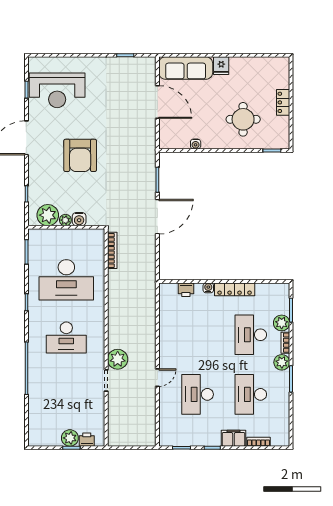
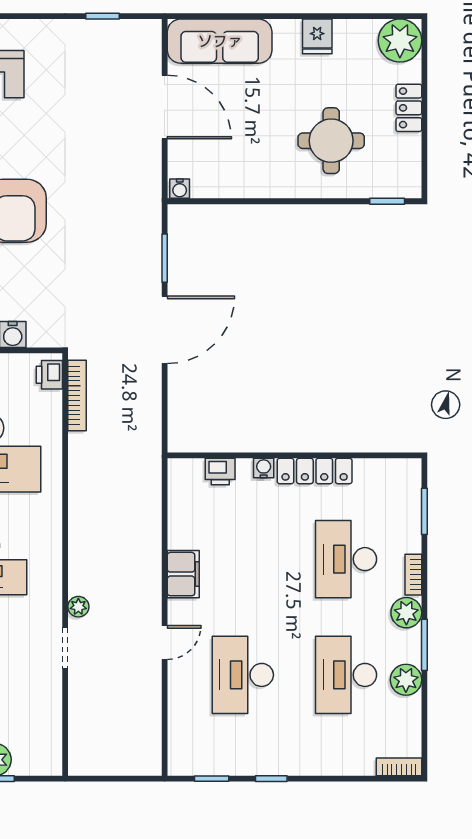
fridge: (221, 66) -> (317, 36), moved
plant: (278, 68) -> (400, 41), added
water cooler: (196, 144) -> (180, 189), moved
plant: (282, 323) -> (406, 680), moved
plant: (118, 359) -> (78, 607), width x0.53, depth x0.53
filing cabinet: (234, 438) -> (183, 574), moved, turned 90
printer: (87, 440) -> (49, 375), moved, turned -90
bookcase: (258, 442) -> (399, 767), moved

